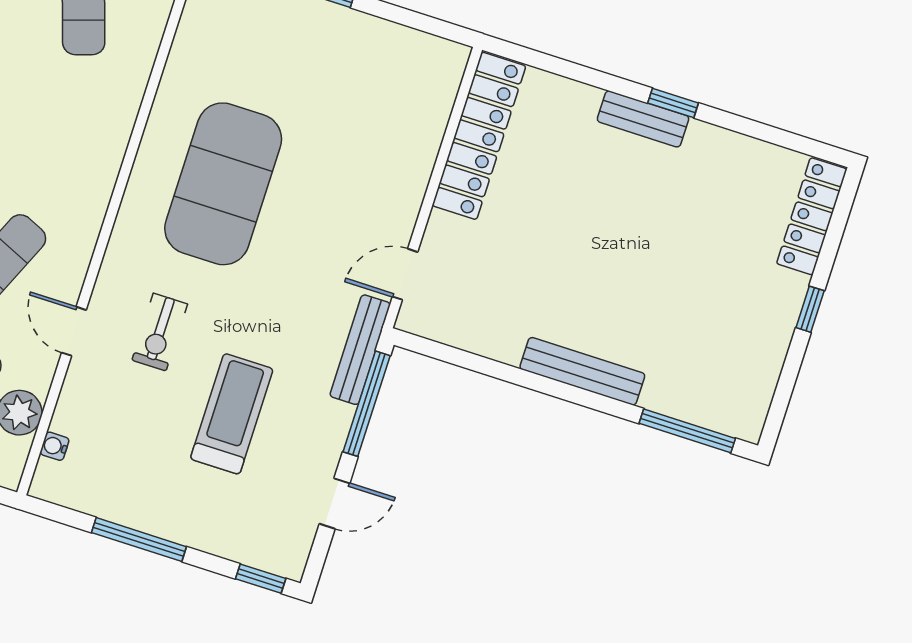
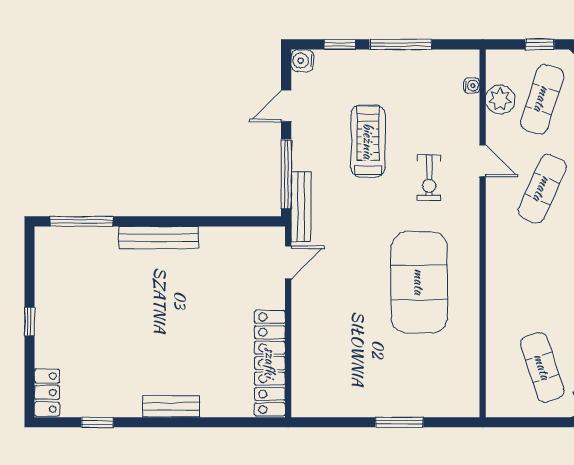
window: (673, 103) -> (97, 422), moved
locker: (812, 216) -> (47, 393), width x0.66
exercise bike: (160, 332) -> (429, 178), turned 180
treadmill: (232, 414) -> (368, 141), turned 180
water cooler: (290, 562) -> (302, 61), added
window: (261, 579) -> (340, 44), moved

